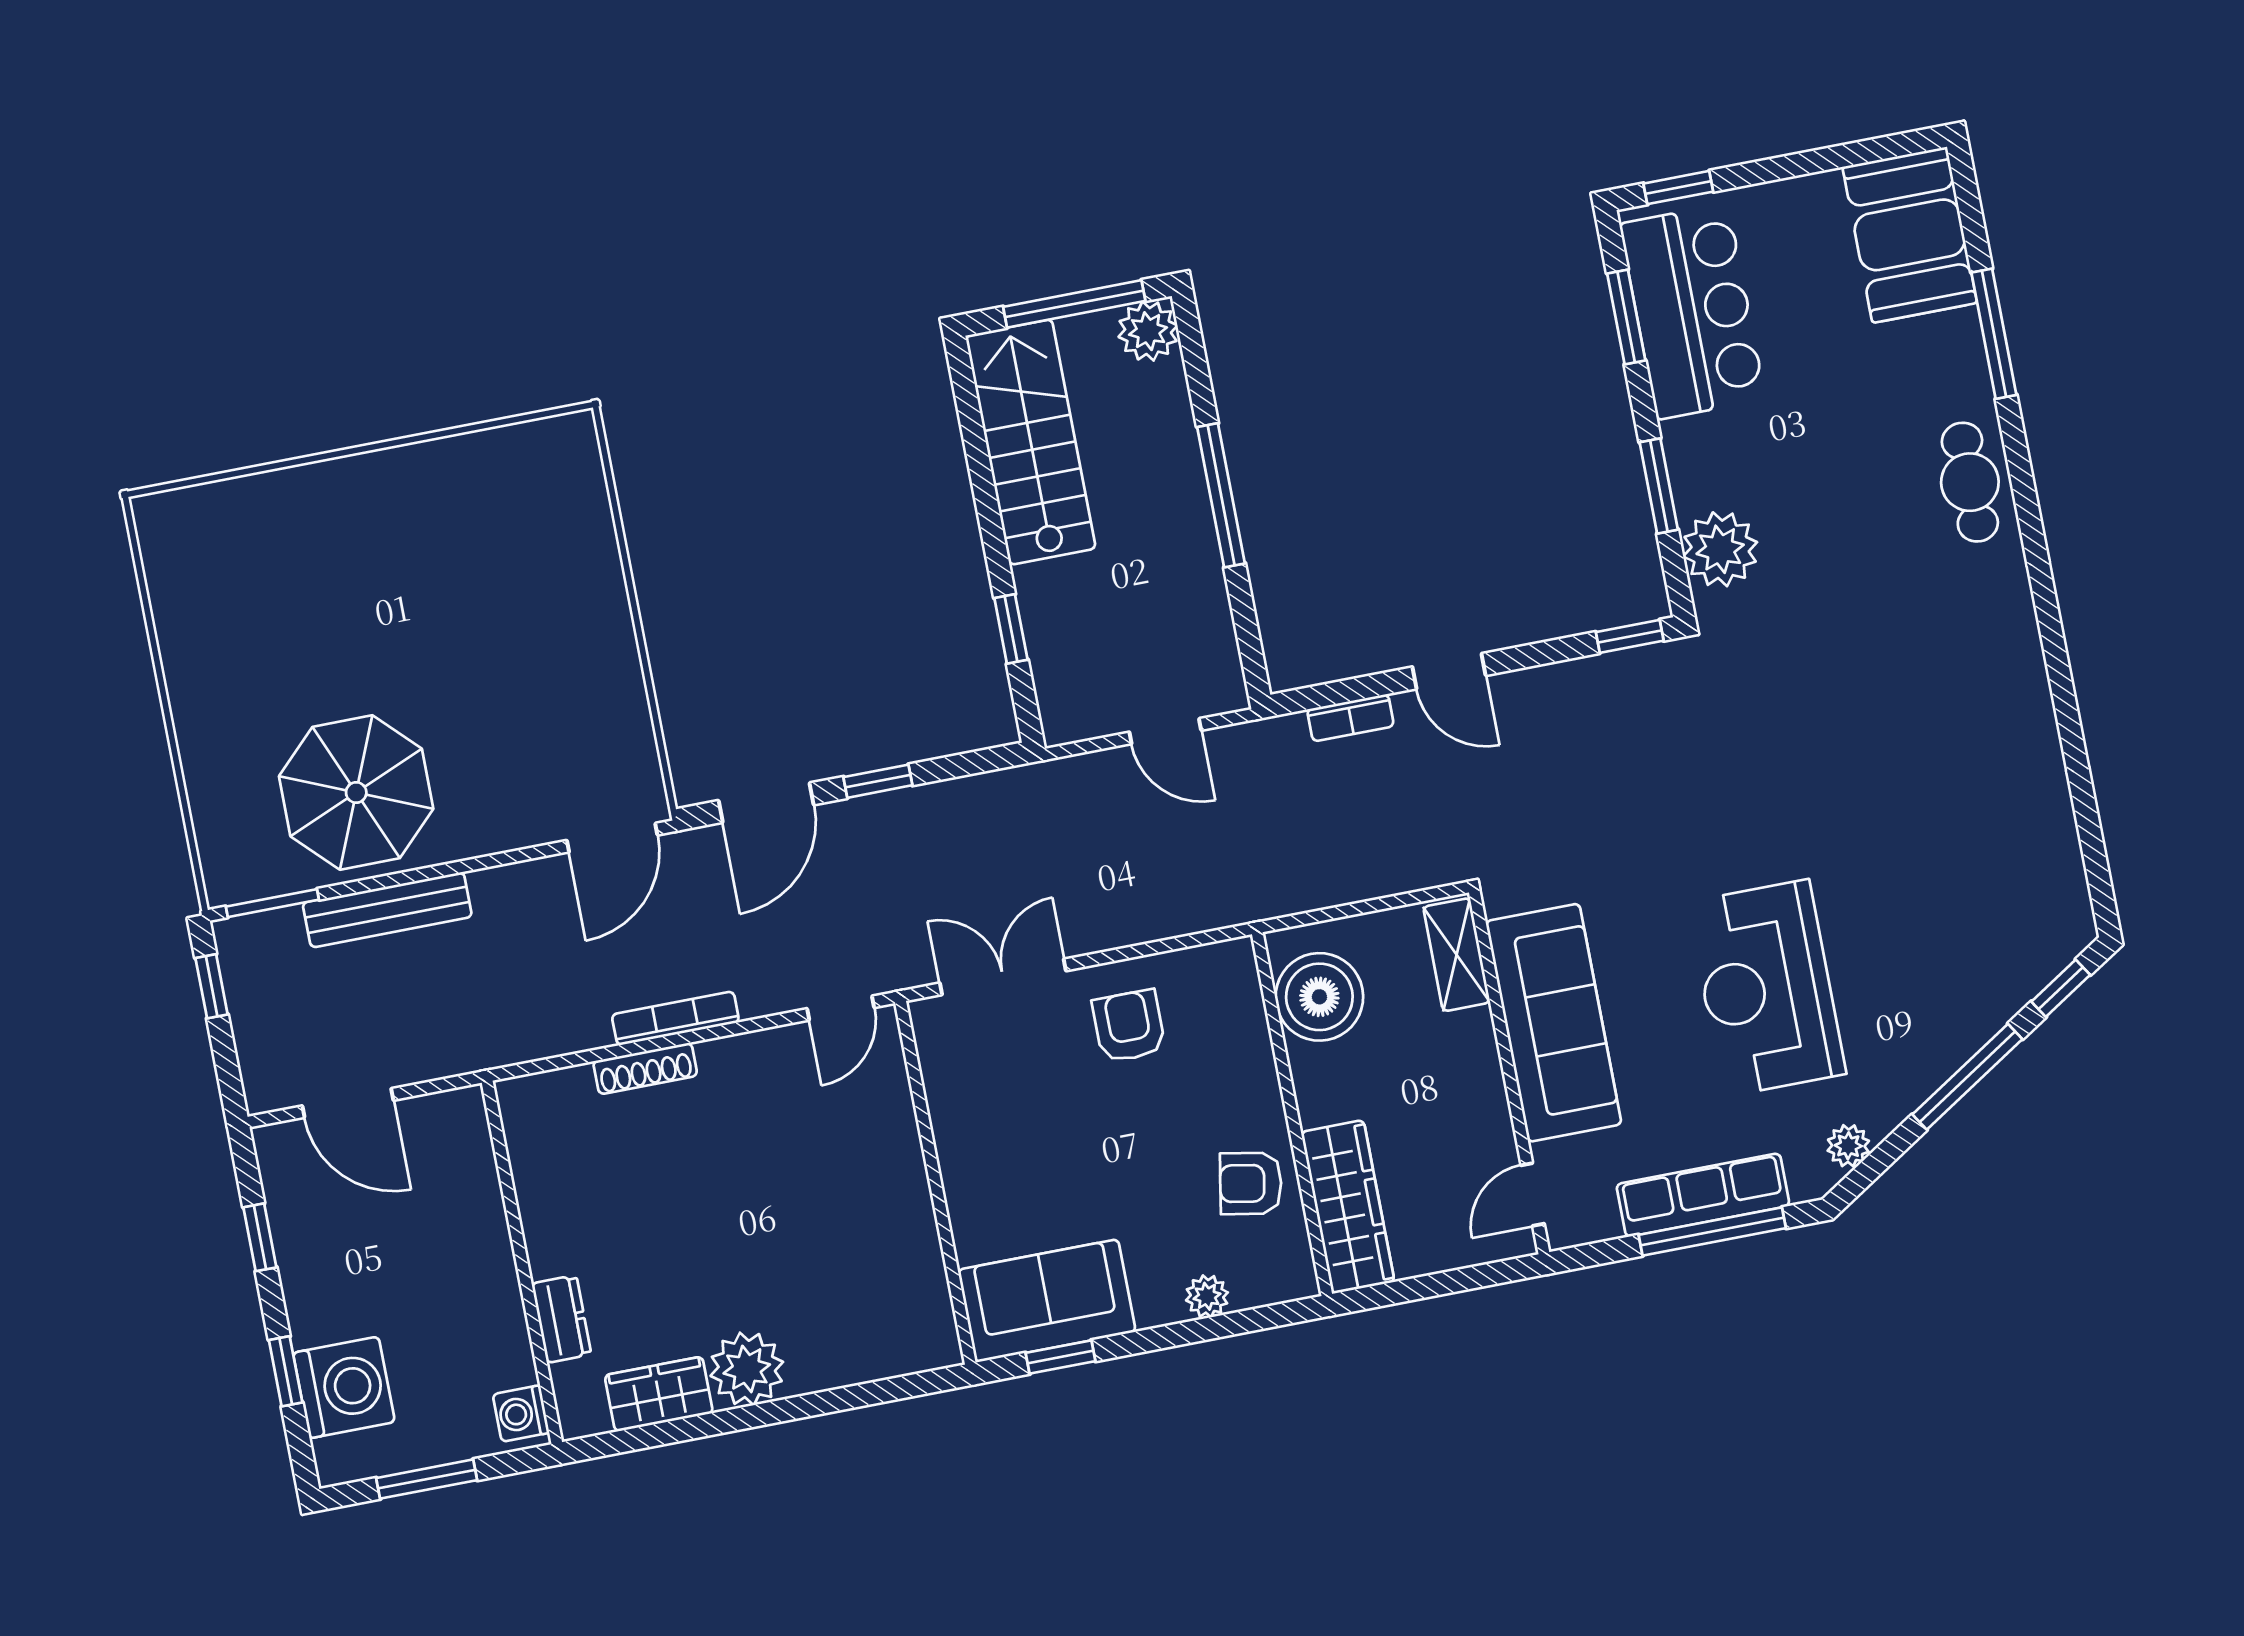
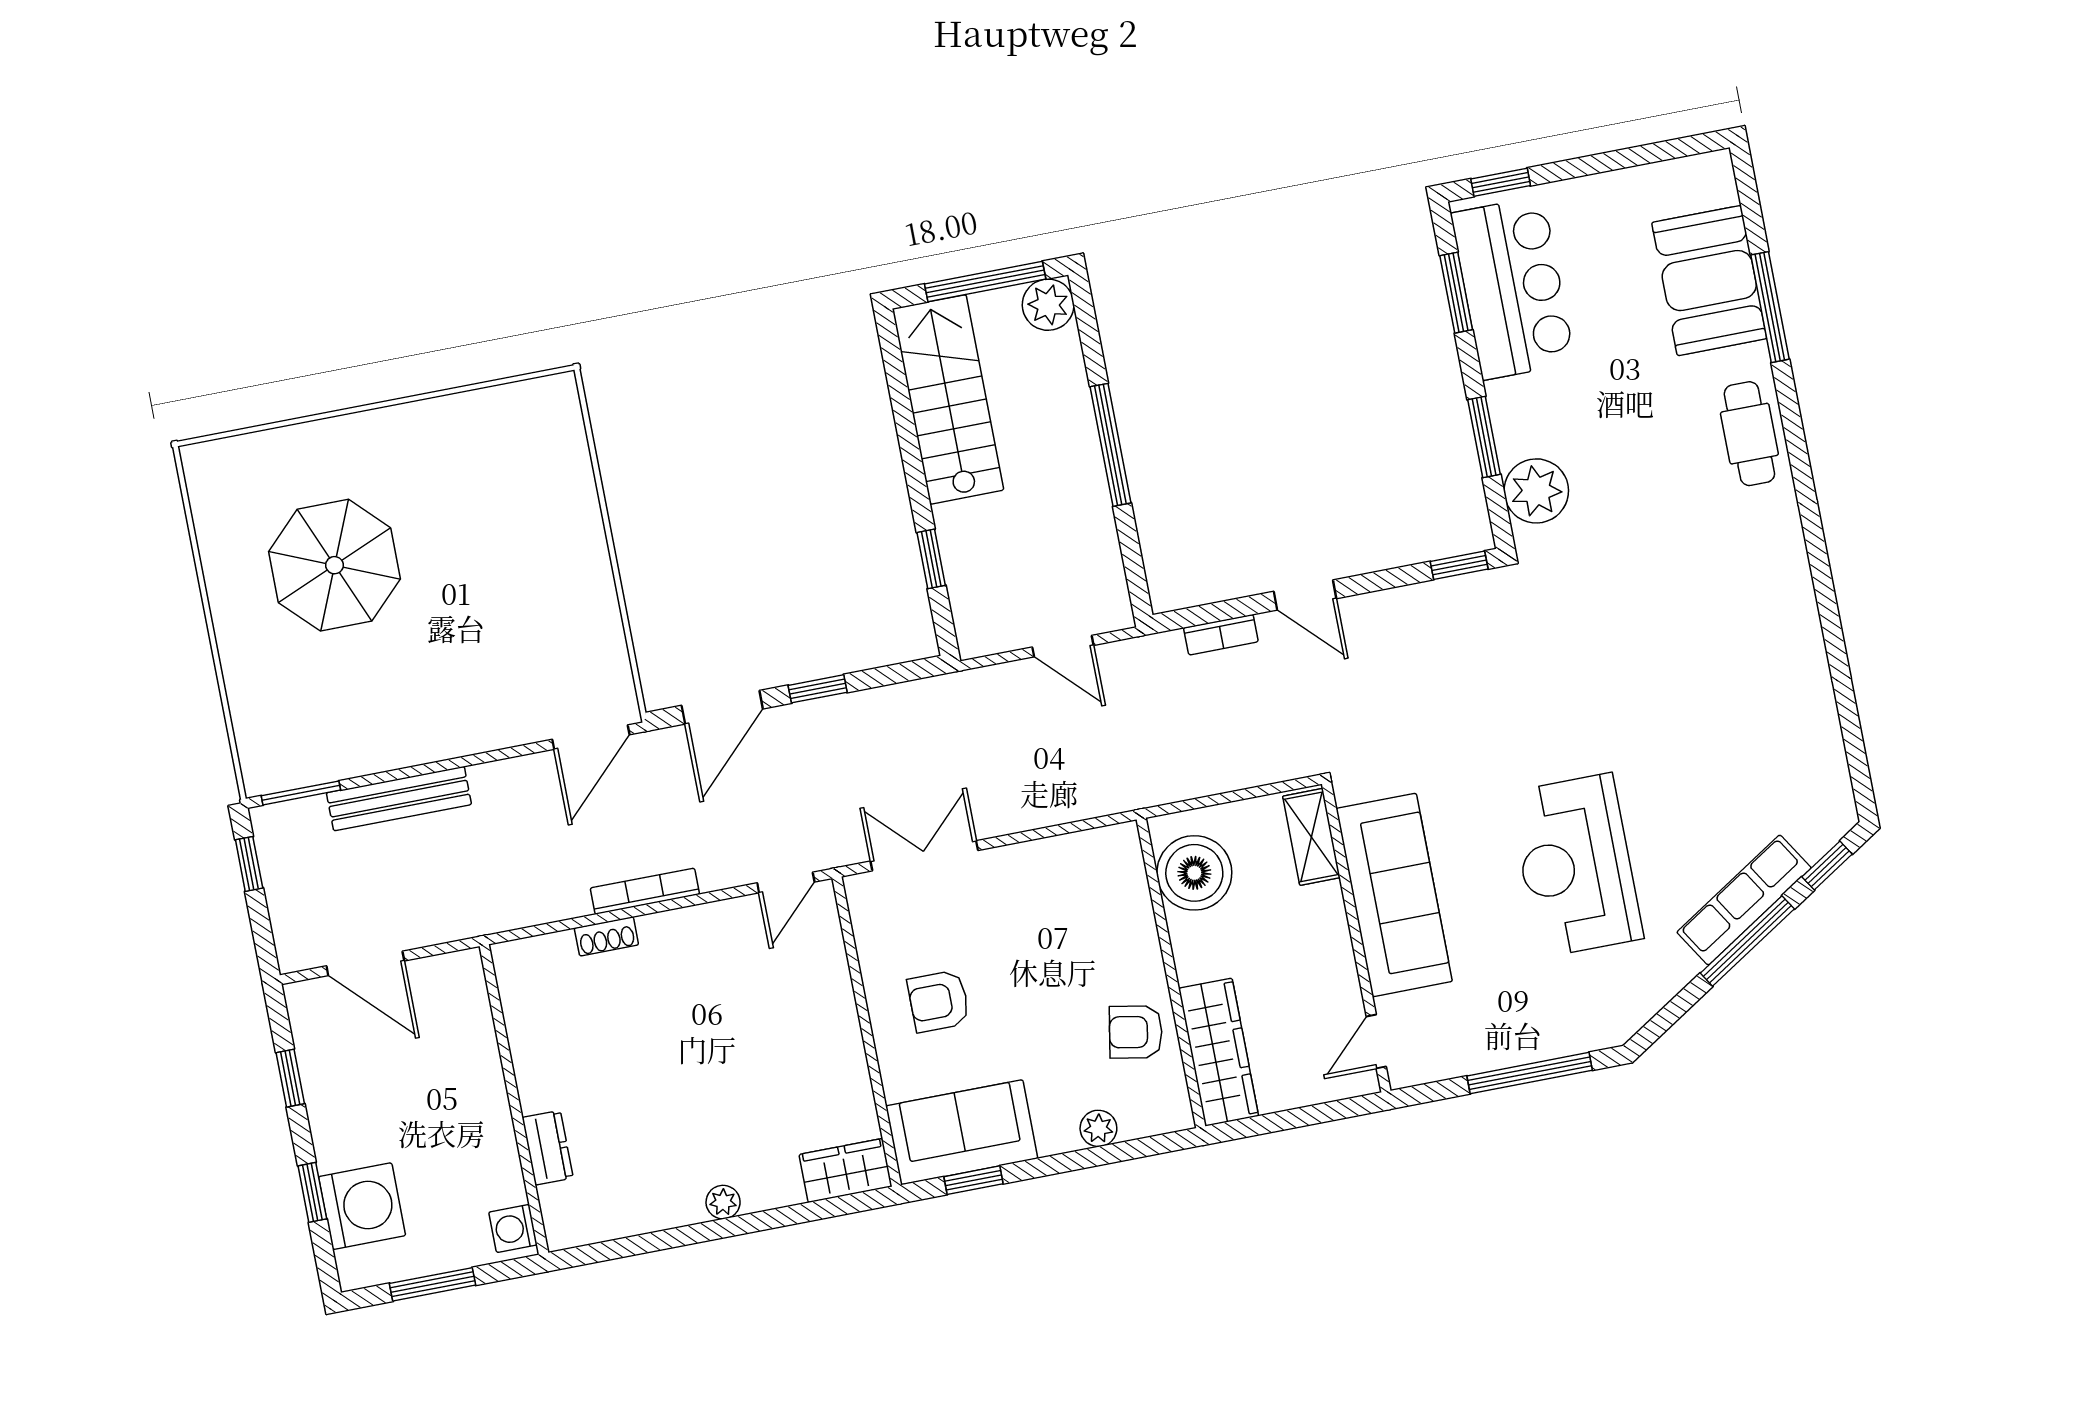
booth: (1910, 235) -> (1709, 281), moved
parasol: (356, 793) -> (334, 565), moved
armchair: (1129, 1026) -> (939, 1001), moved, turned -90
shoe rack: (645, 1068) -> (606, 936), width x0.70
plant: (1848, 1146) -> (1646, 1000), removed
row of seats: (1703, 1195) -> (1744, 900), moved, turned -33
plant: (747, 1369) -> (723, 1202), width x0.53, depth x0.53
wardrobe: (659, 1394) -> (846, 1171), moved

